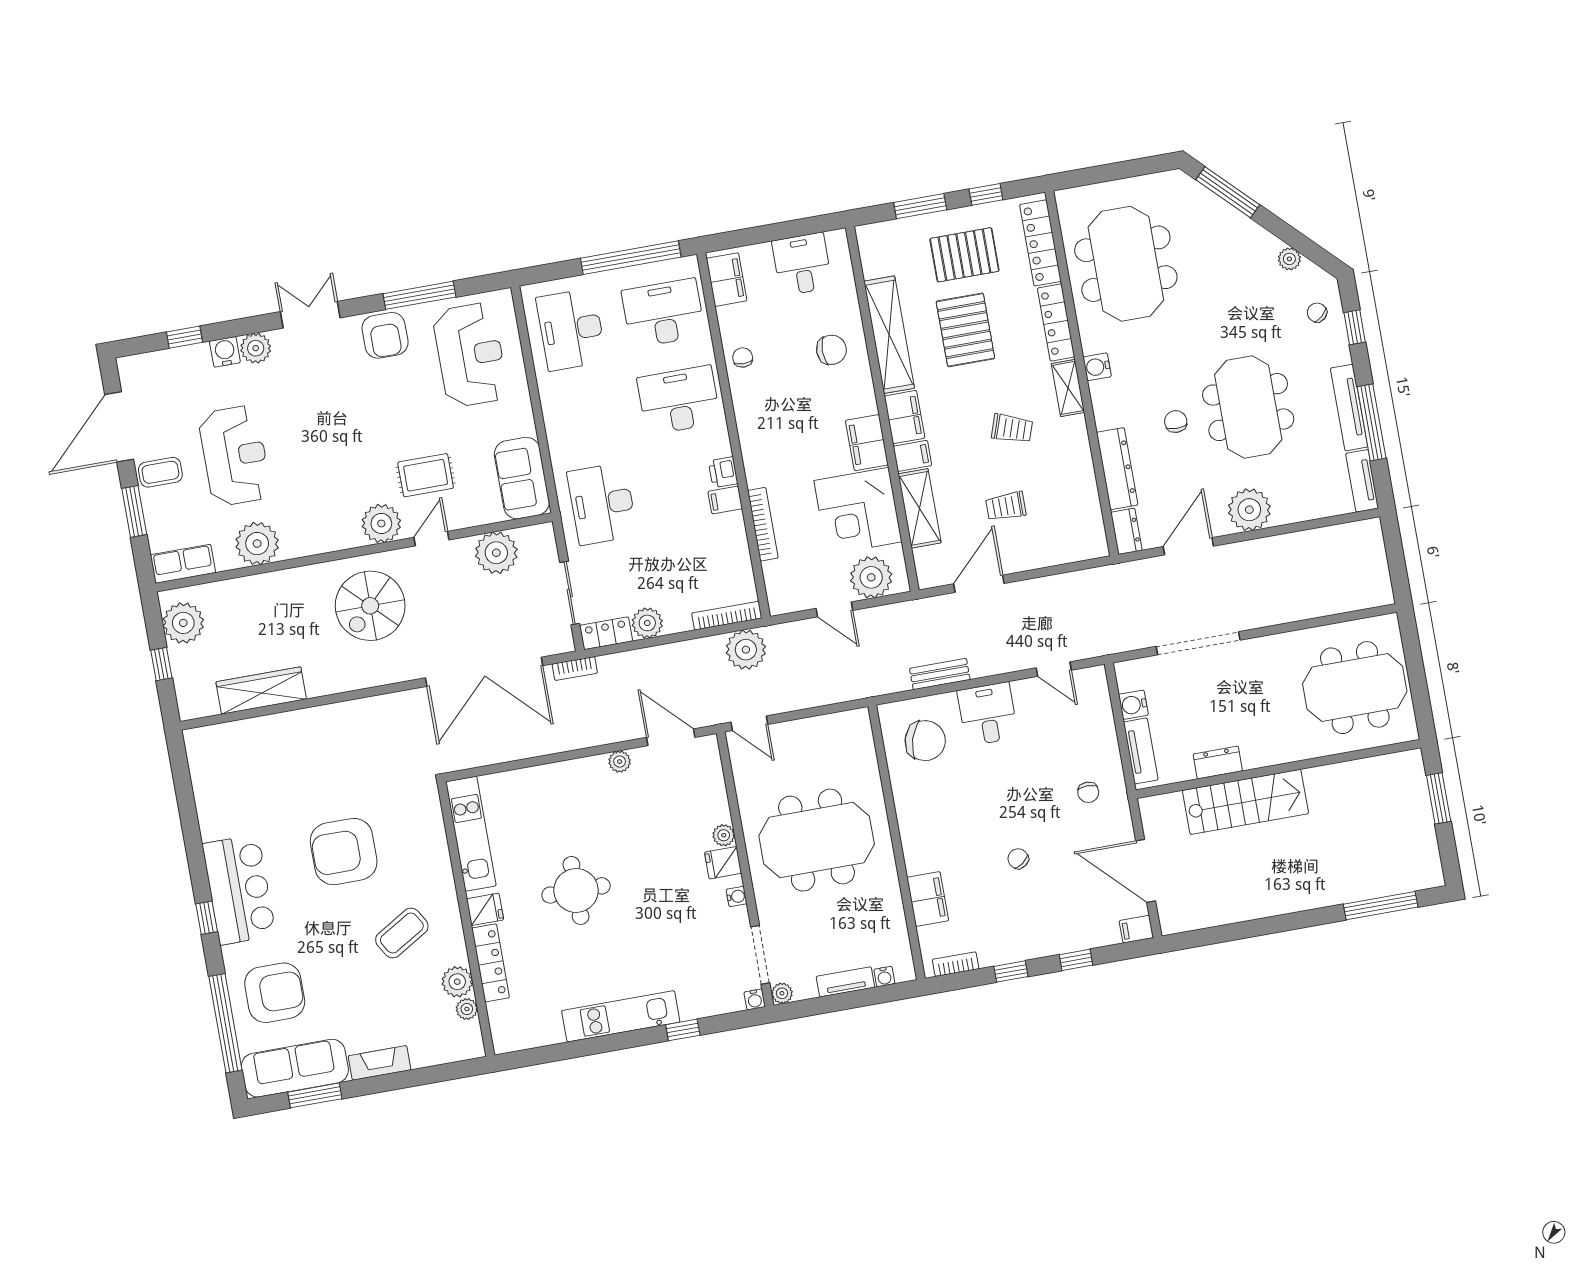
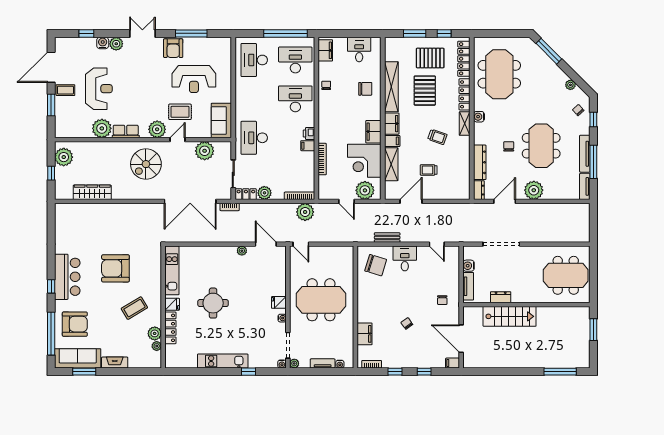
reception desk: (470, 355) -> (194, 79), moved, turned 90
row of seats: (183, 564) -> (126, 131), moved
plant: (724, 835) -> (281, 291), removed

